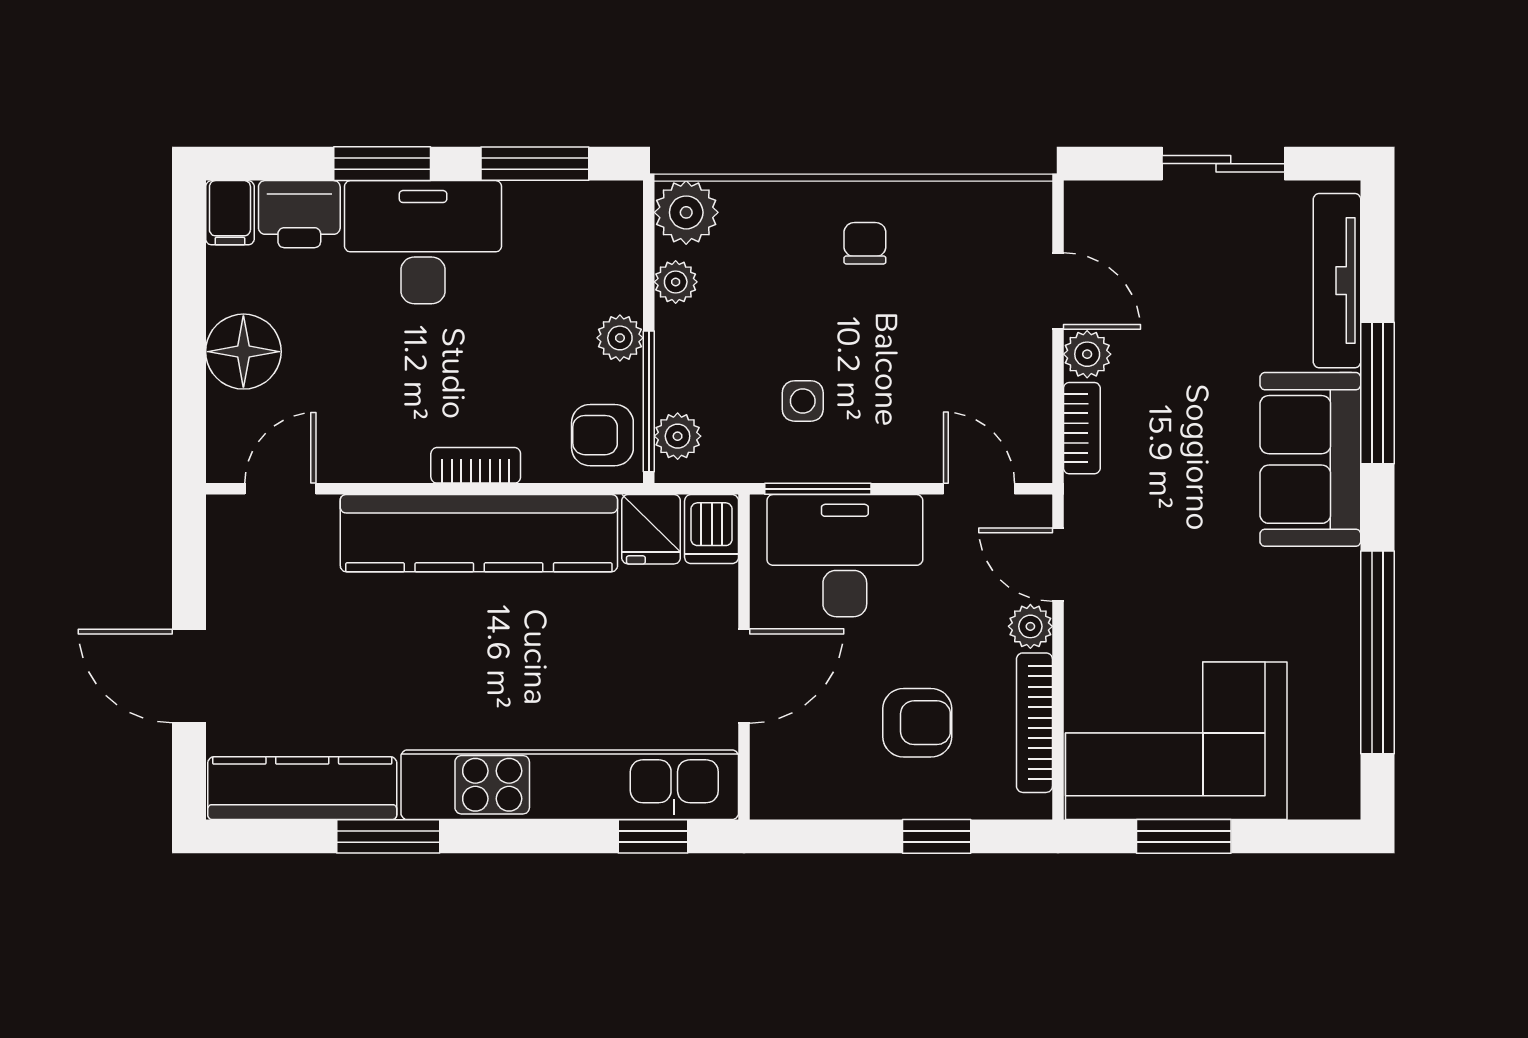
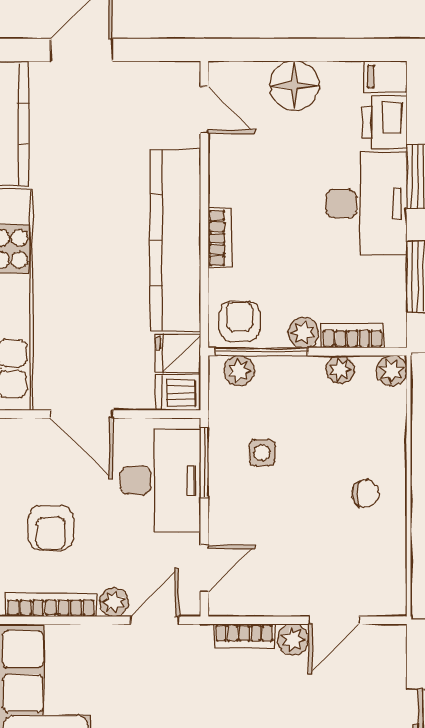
plant: (686, 212) -> (392, 371), width x0.73, depth x0.73
bookcase: (624, 263) -> (352, 336), added

